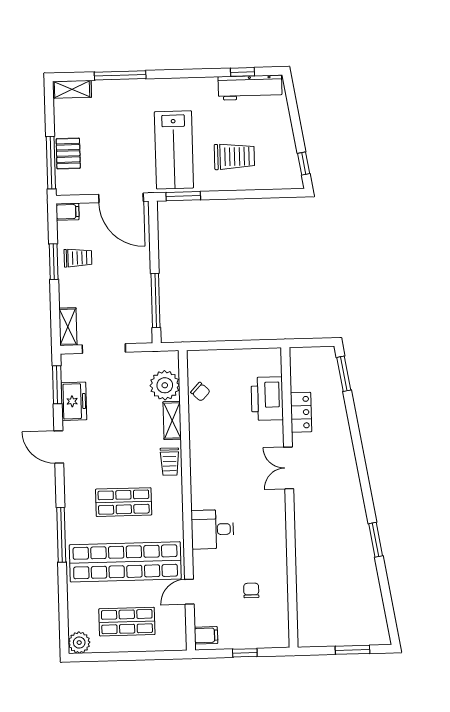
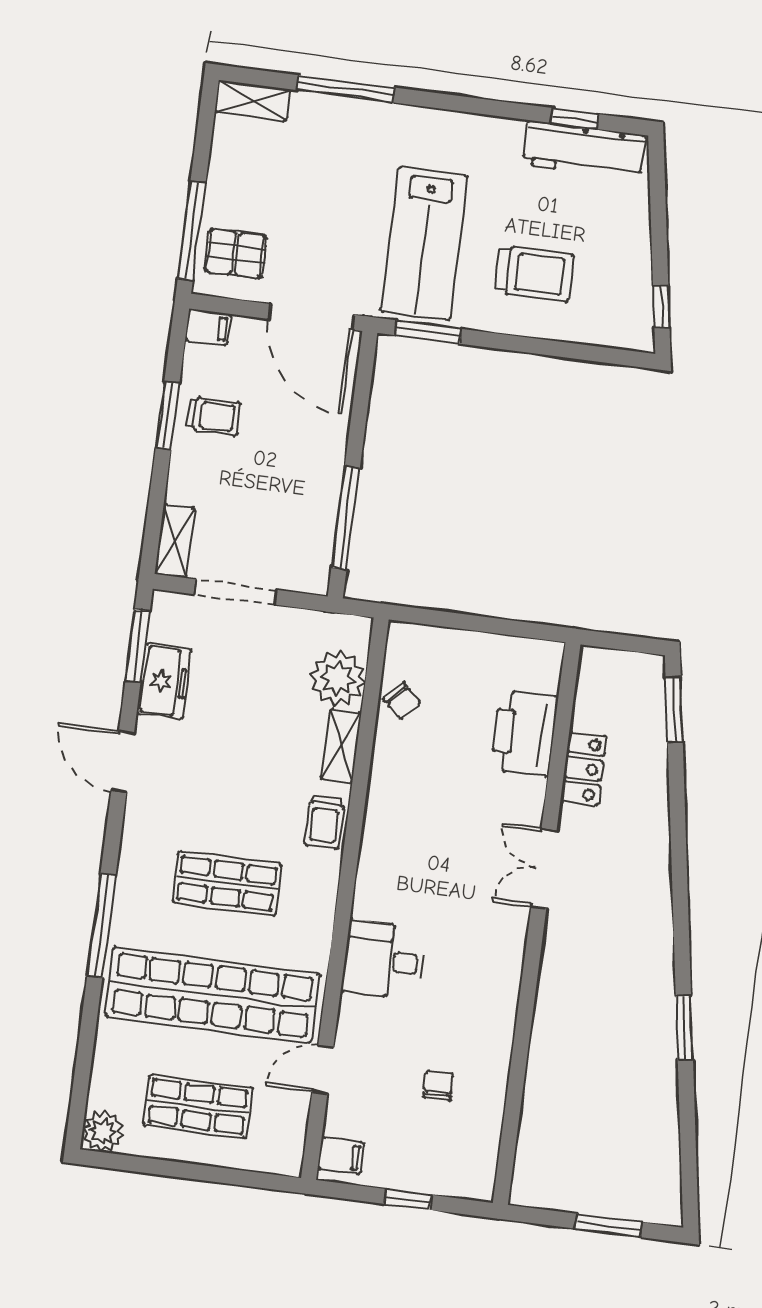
pallet: (68, 153) -> (235, 254), moved, turned 90

